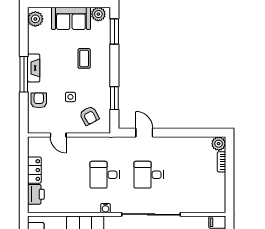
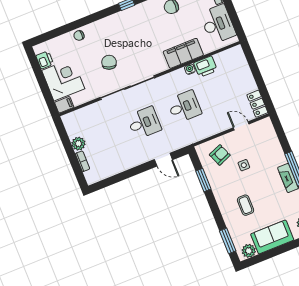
armchair: (39, 100) -> (272, 150), removed
armchair: (89, 116) -> (220, 155), turned 96
plant: (219, 144) -> (78, 144), moved
locker: (34, 170) -> (257, 104), moved
printer: (36, 194) -> (205, 67), moved, turned -90
water cooler: (105, 208) -> (190, 69), moved

